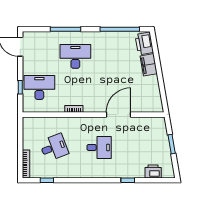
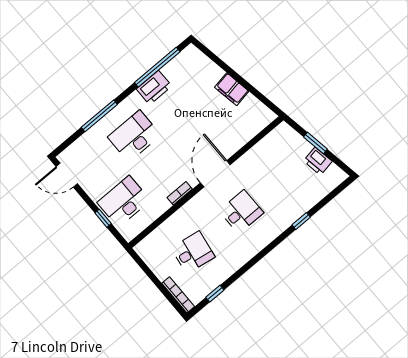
printer: (144, 43) -> (154, 88), moved, turned -80
filing cabinet: (149, 65) -> (232, 89), moved
door: (119, 115) -> (215, 174), moved
desk: (54, 147) -> (193, 252), turned 30
printer: (153, 171) -> (318, 161), moved, turned -100

